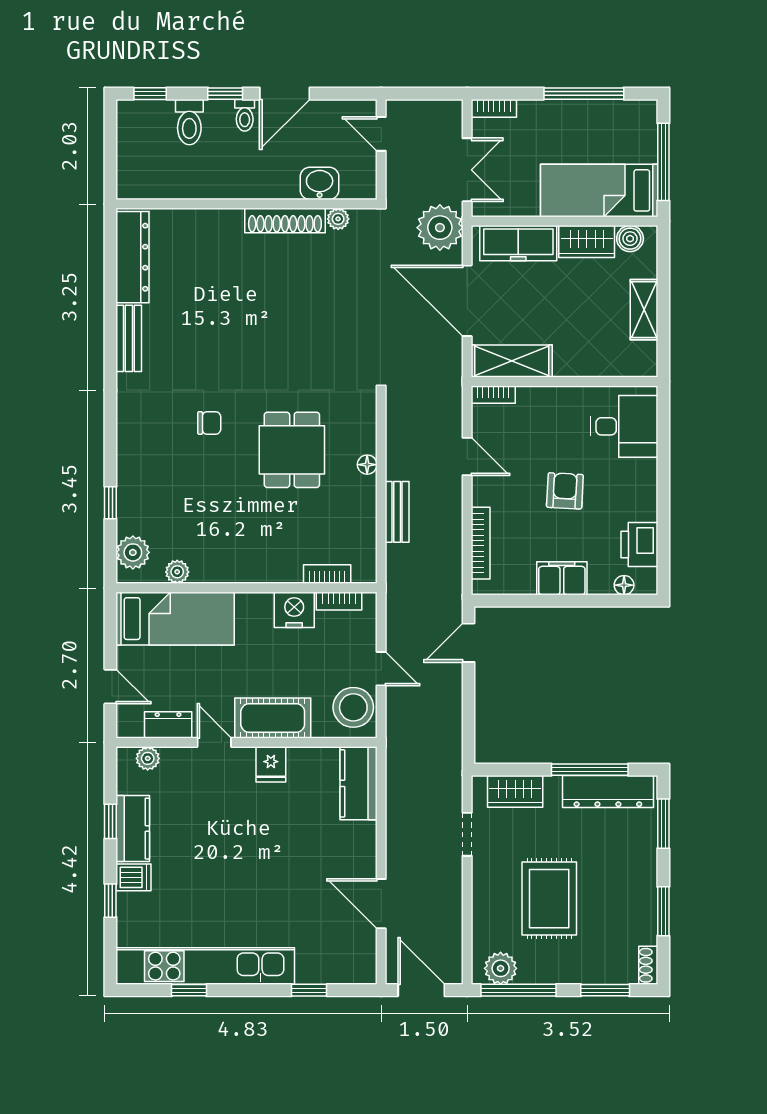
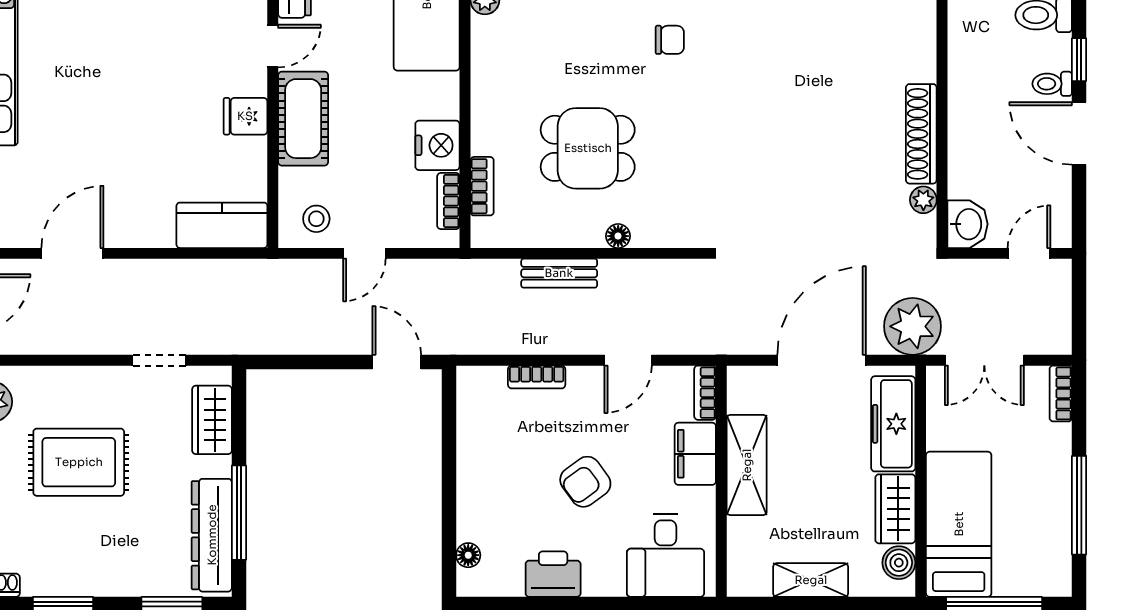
washbasin: (320, 183) -> (968, 224), moved
shelving: (512, 361) -> (747, 465), moved
chair: (209, 423) -> (670, 40), turned -90
dining table: (292, 450) -> (588, 148), moved
armchair: (565, 491) -> (585, 482), turned 141
bookcase: (481, 543) -> (537, 377), width x0.64
printer: (639, 544) -> (553, 574), moved
filing cabinet: (562, 578) -> (695, 454), moved, turned 180
stool: (353, 707) -> (316, 219), width x0.53, depth x0.53

